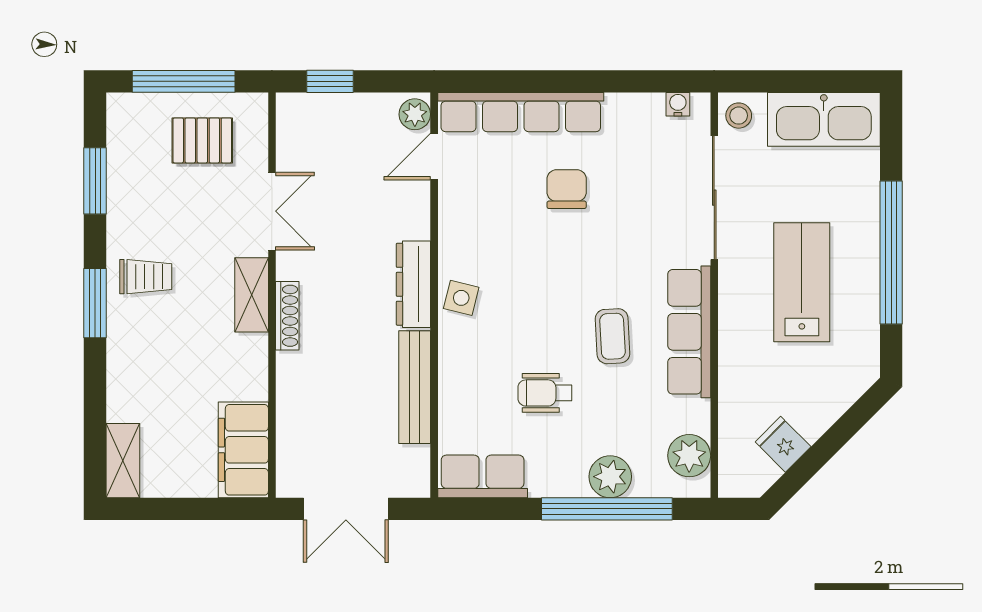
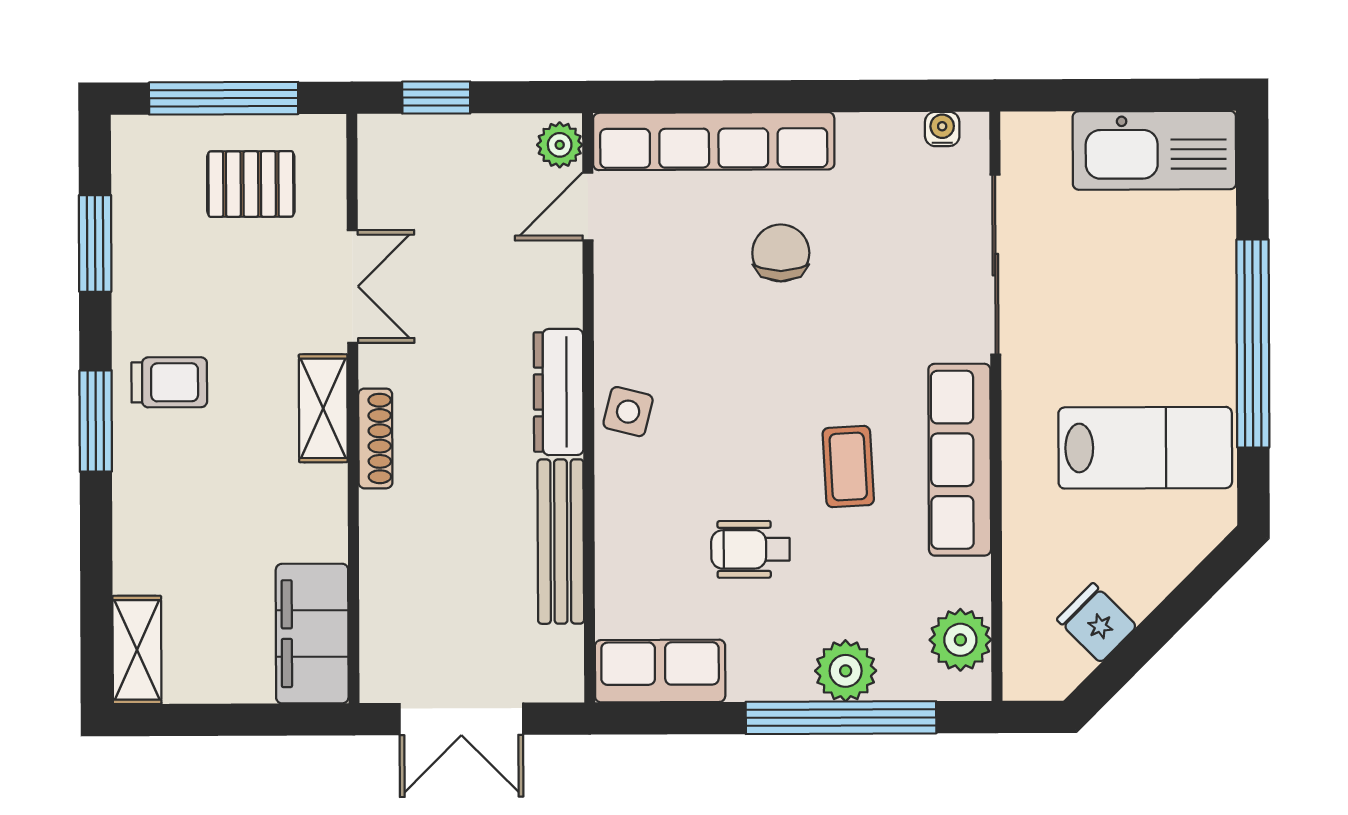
stool: (739, 116) -> (1031, 145), removed
lab bench: (802, 282) -> (1145, 448), moved, turned 90

